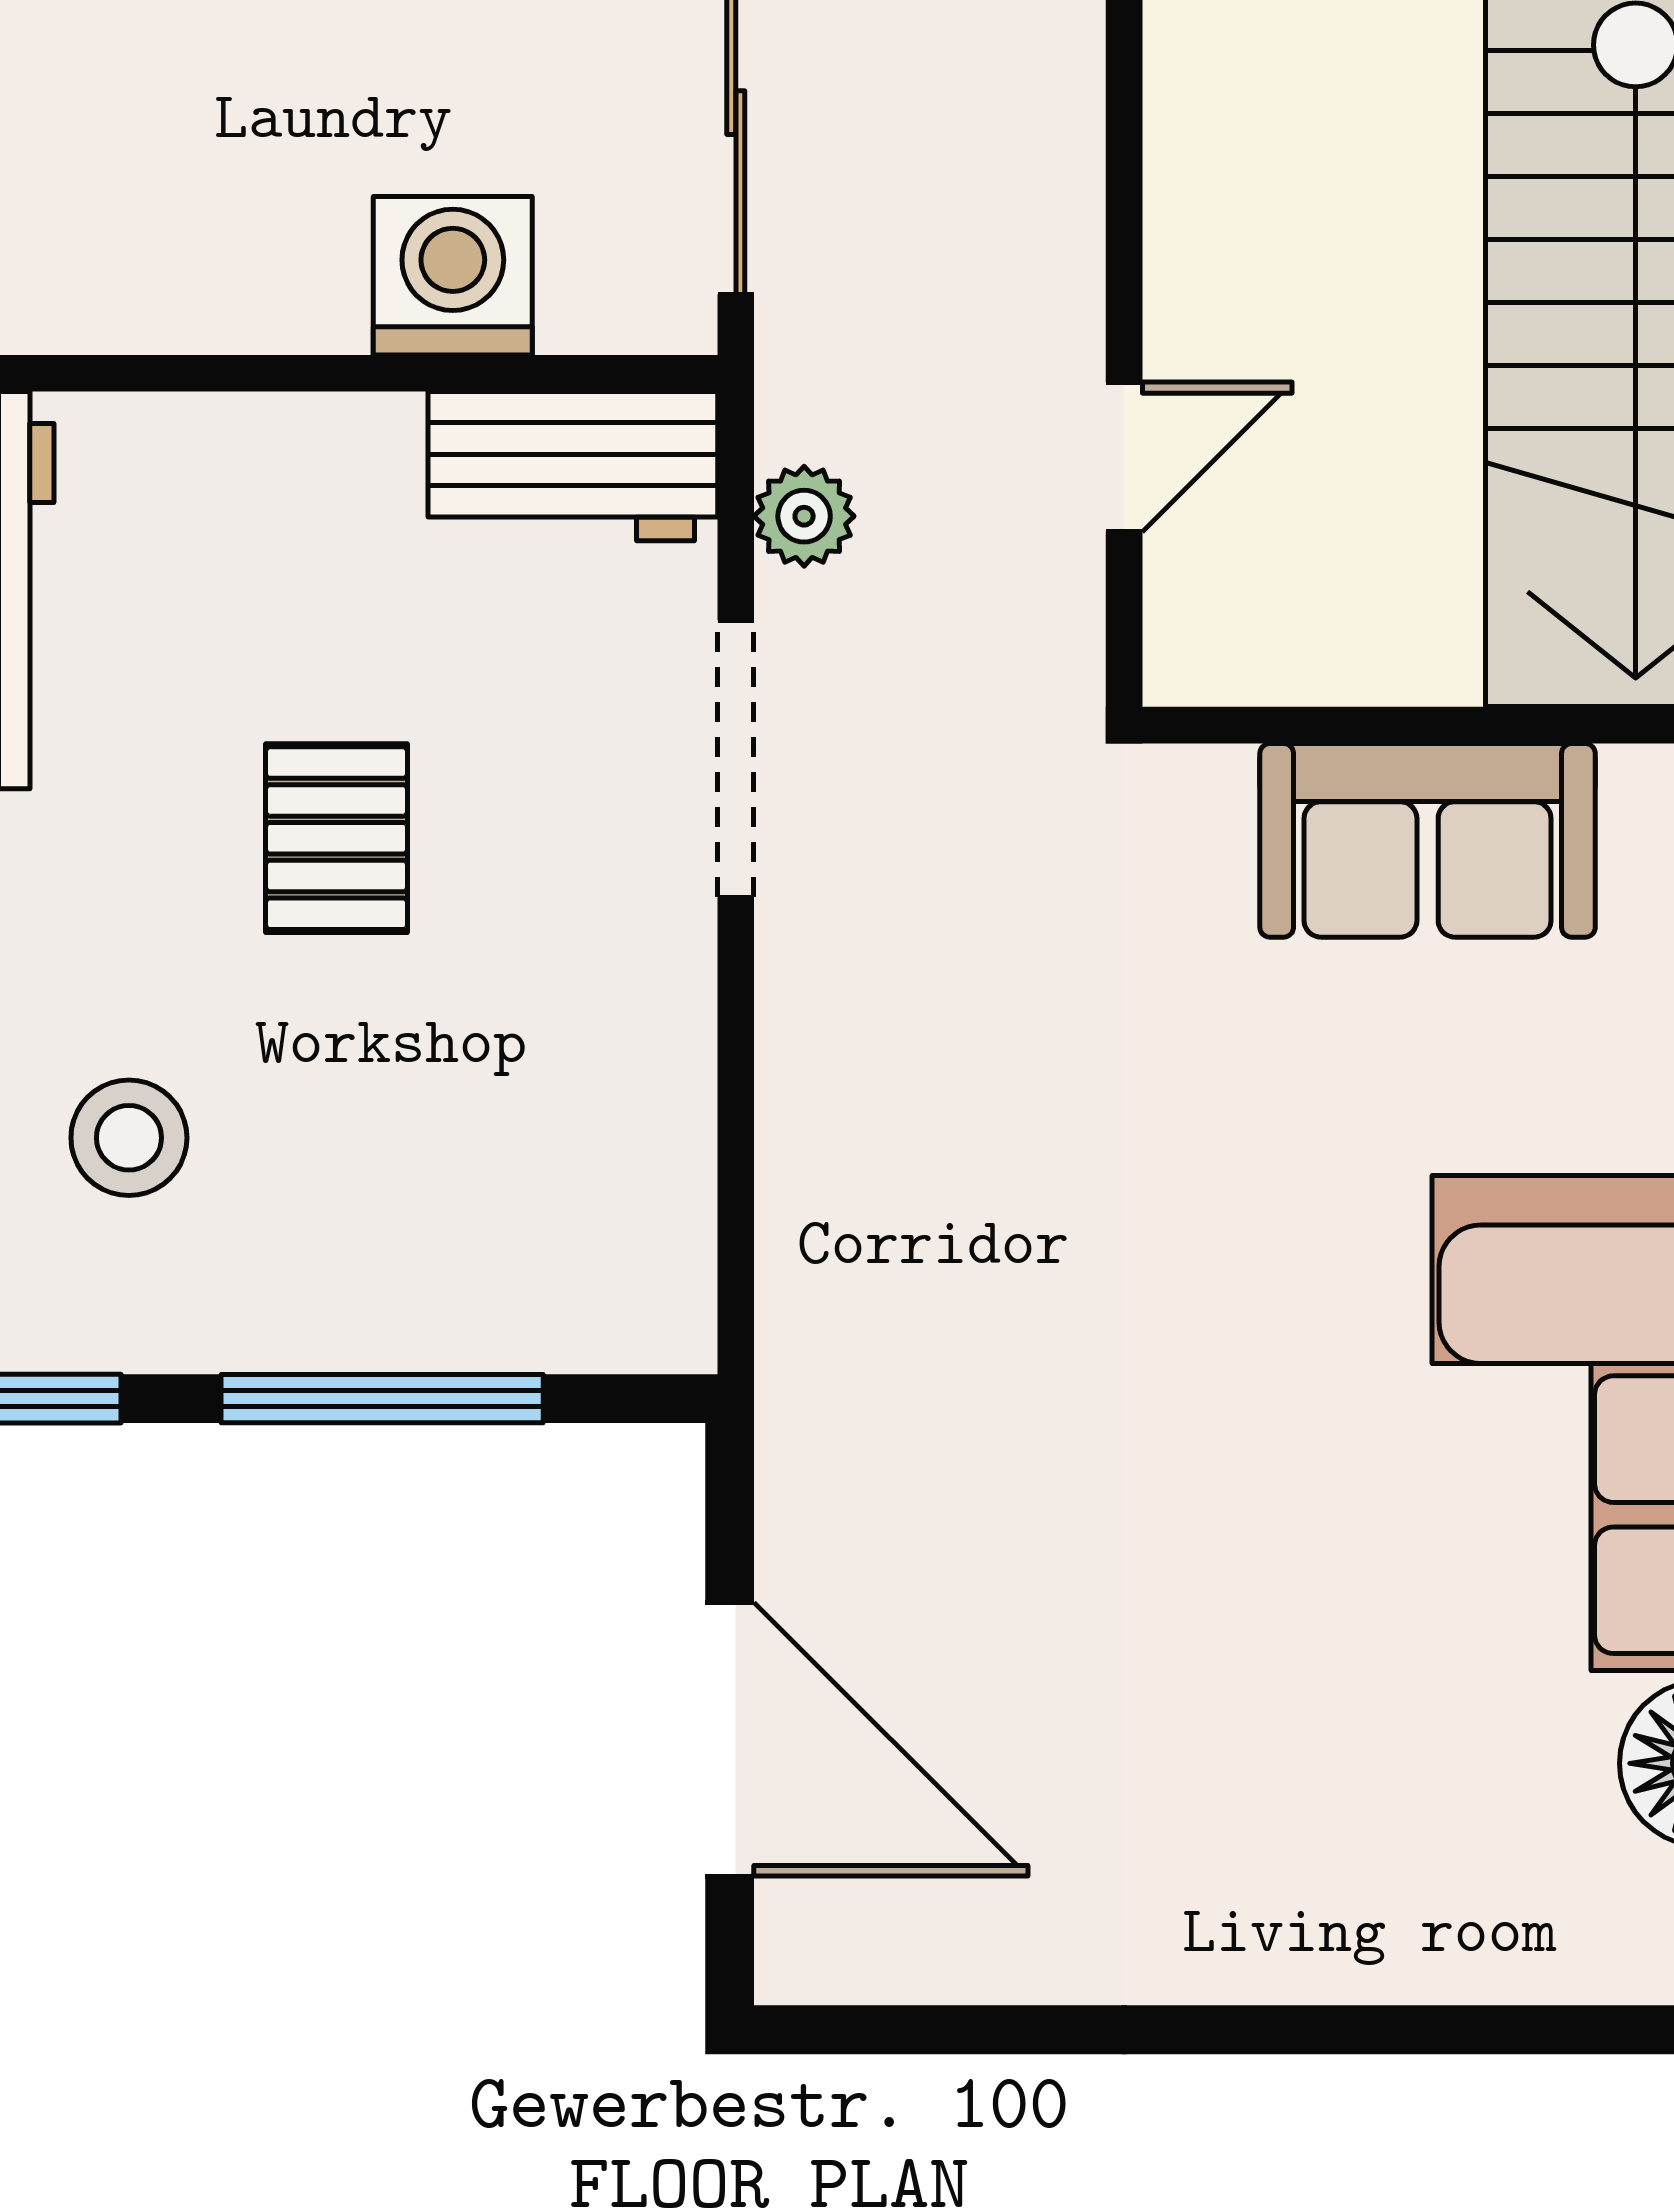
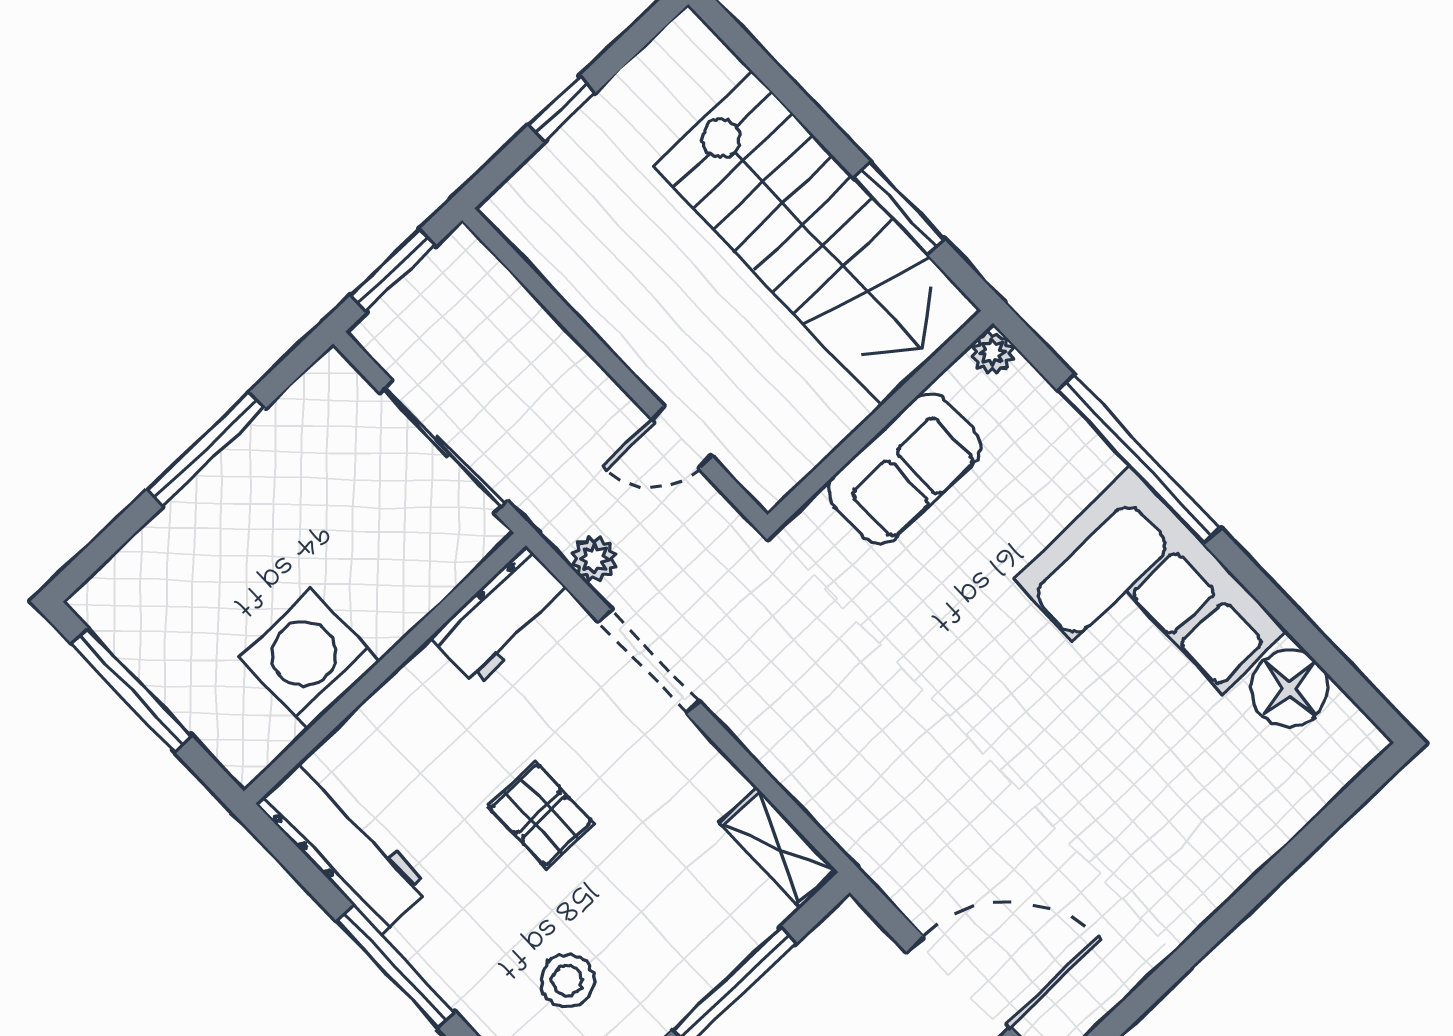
washing machine: (453, 276) -> (310, 659), moved, width x1.37, depth x1.37
door: (1124, 457) -> (682, 438), swing flipped
shelving: (660, 1247) -> (779, 848), added

